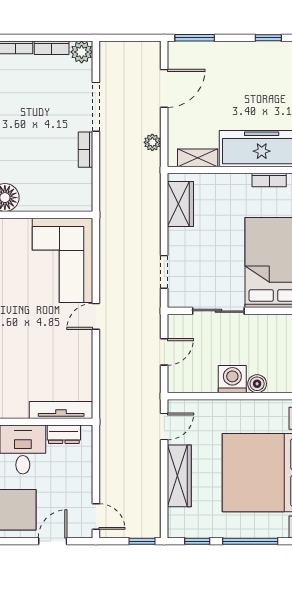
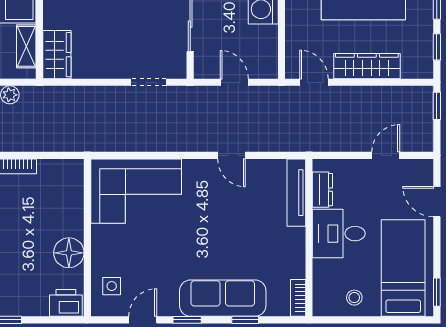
wardrobe: (180, 204) -> (57, 55), moved, turned 90
door: (96, 316) -> (232, 155), moved
door: (96, 516) -> (386, 155), moved

